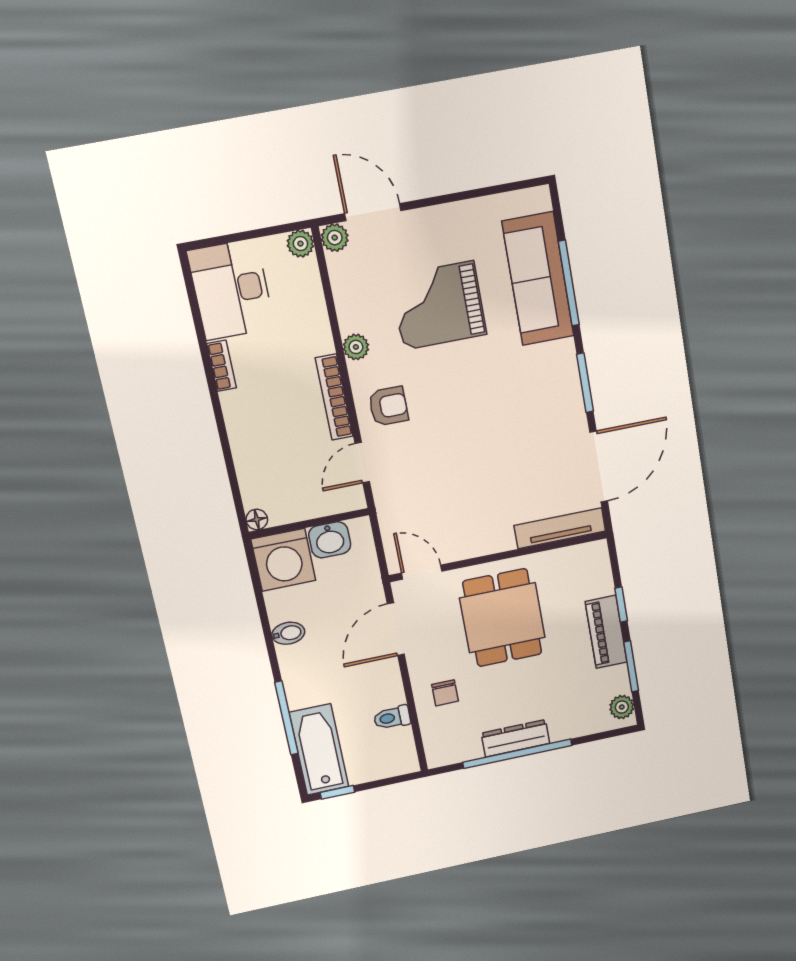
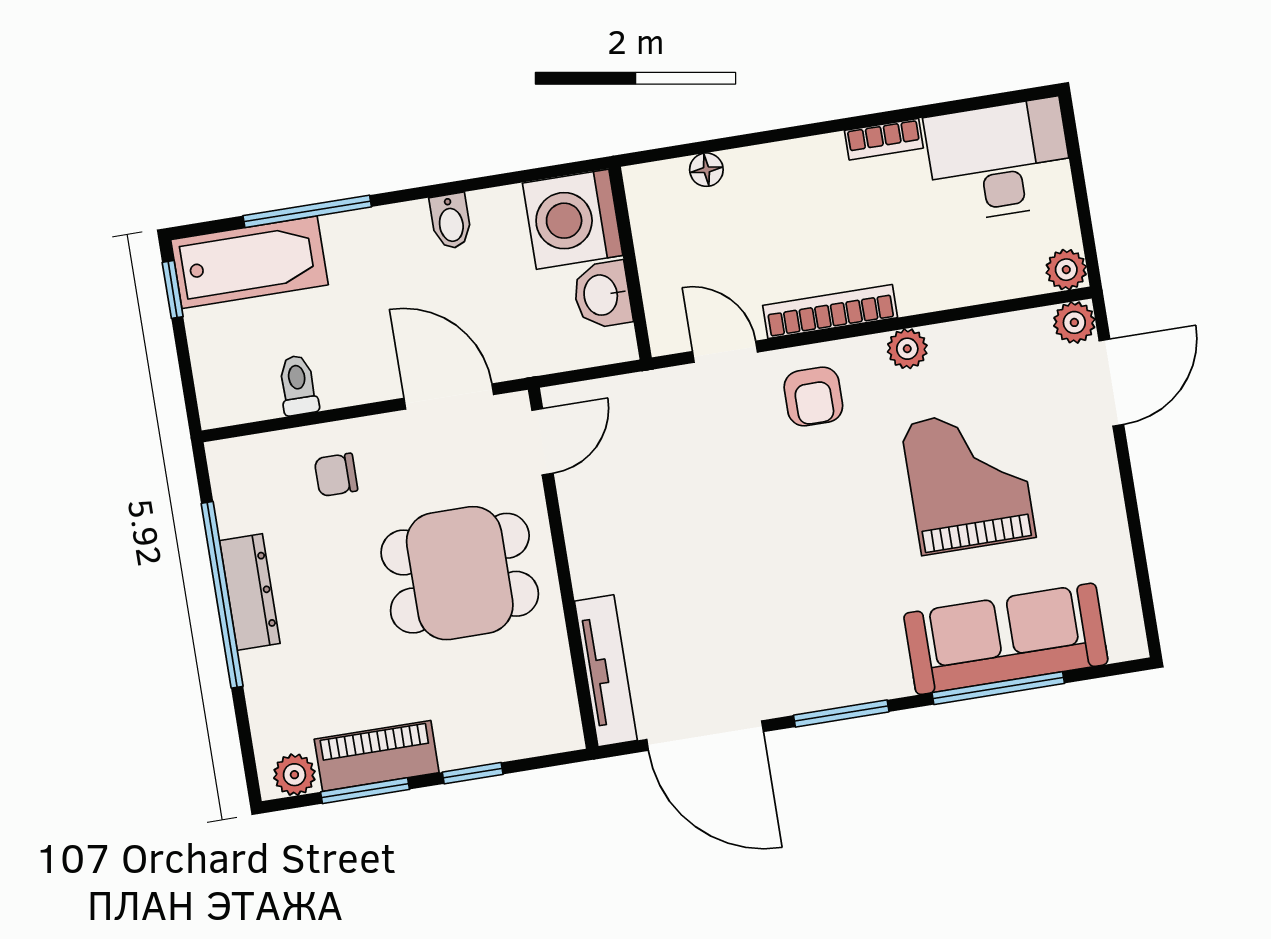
floor lamp: (257, 519) -> (706, 170), moved
piano: (606, 632) -> (377, 756), moved

